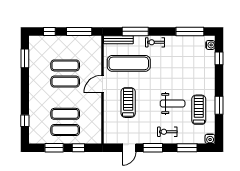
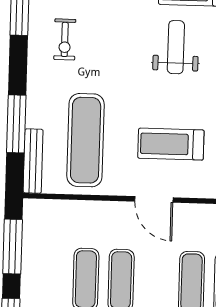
exercise bike: (155, 42) -> (65, 39), moved
door: (103, 84) -> (154, 199), moved

